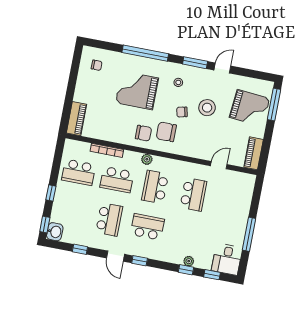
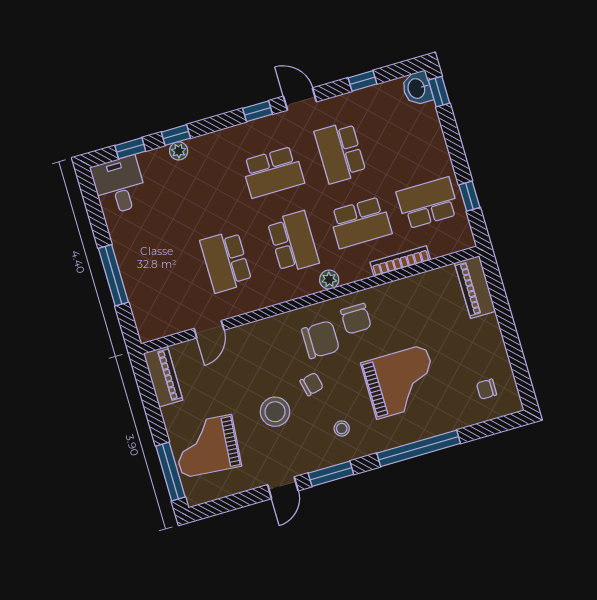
chair: (143, 133) -> (356, 319), turned -90
school desk: (117, 180) -> (360, 222), turned 180
window: (51, 193) -> (469, 196), moved
window: (249, 234) -> (113, 275), moved

